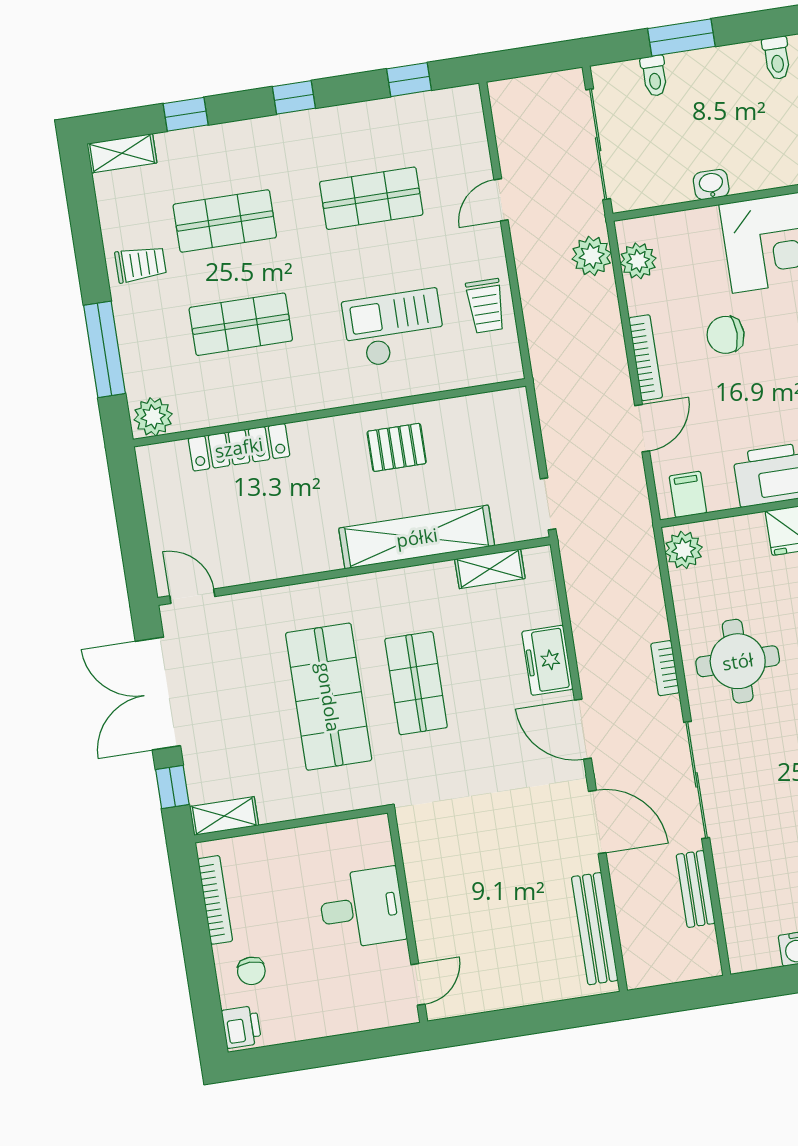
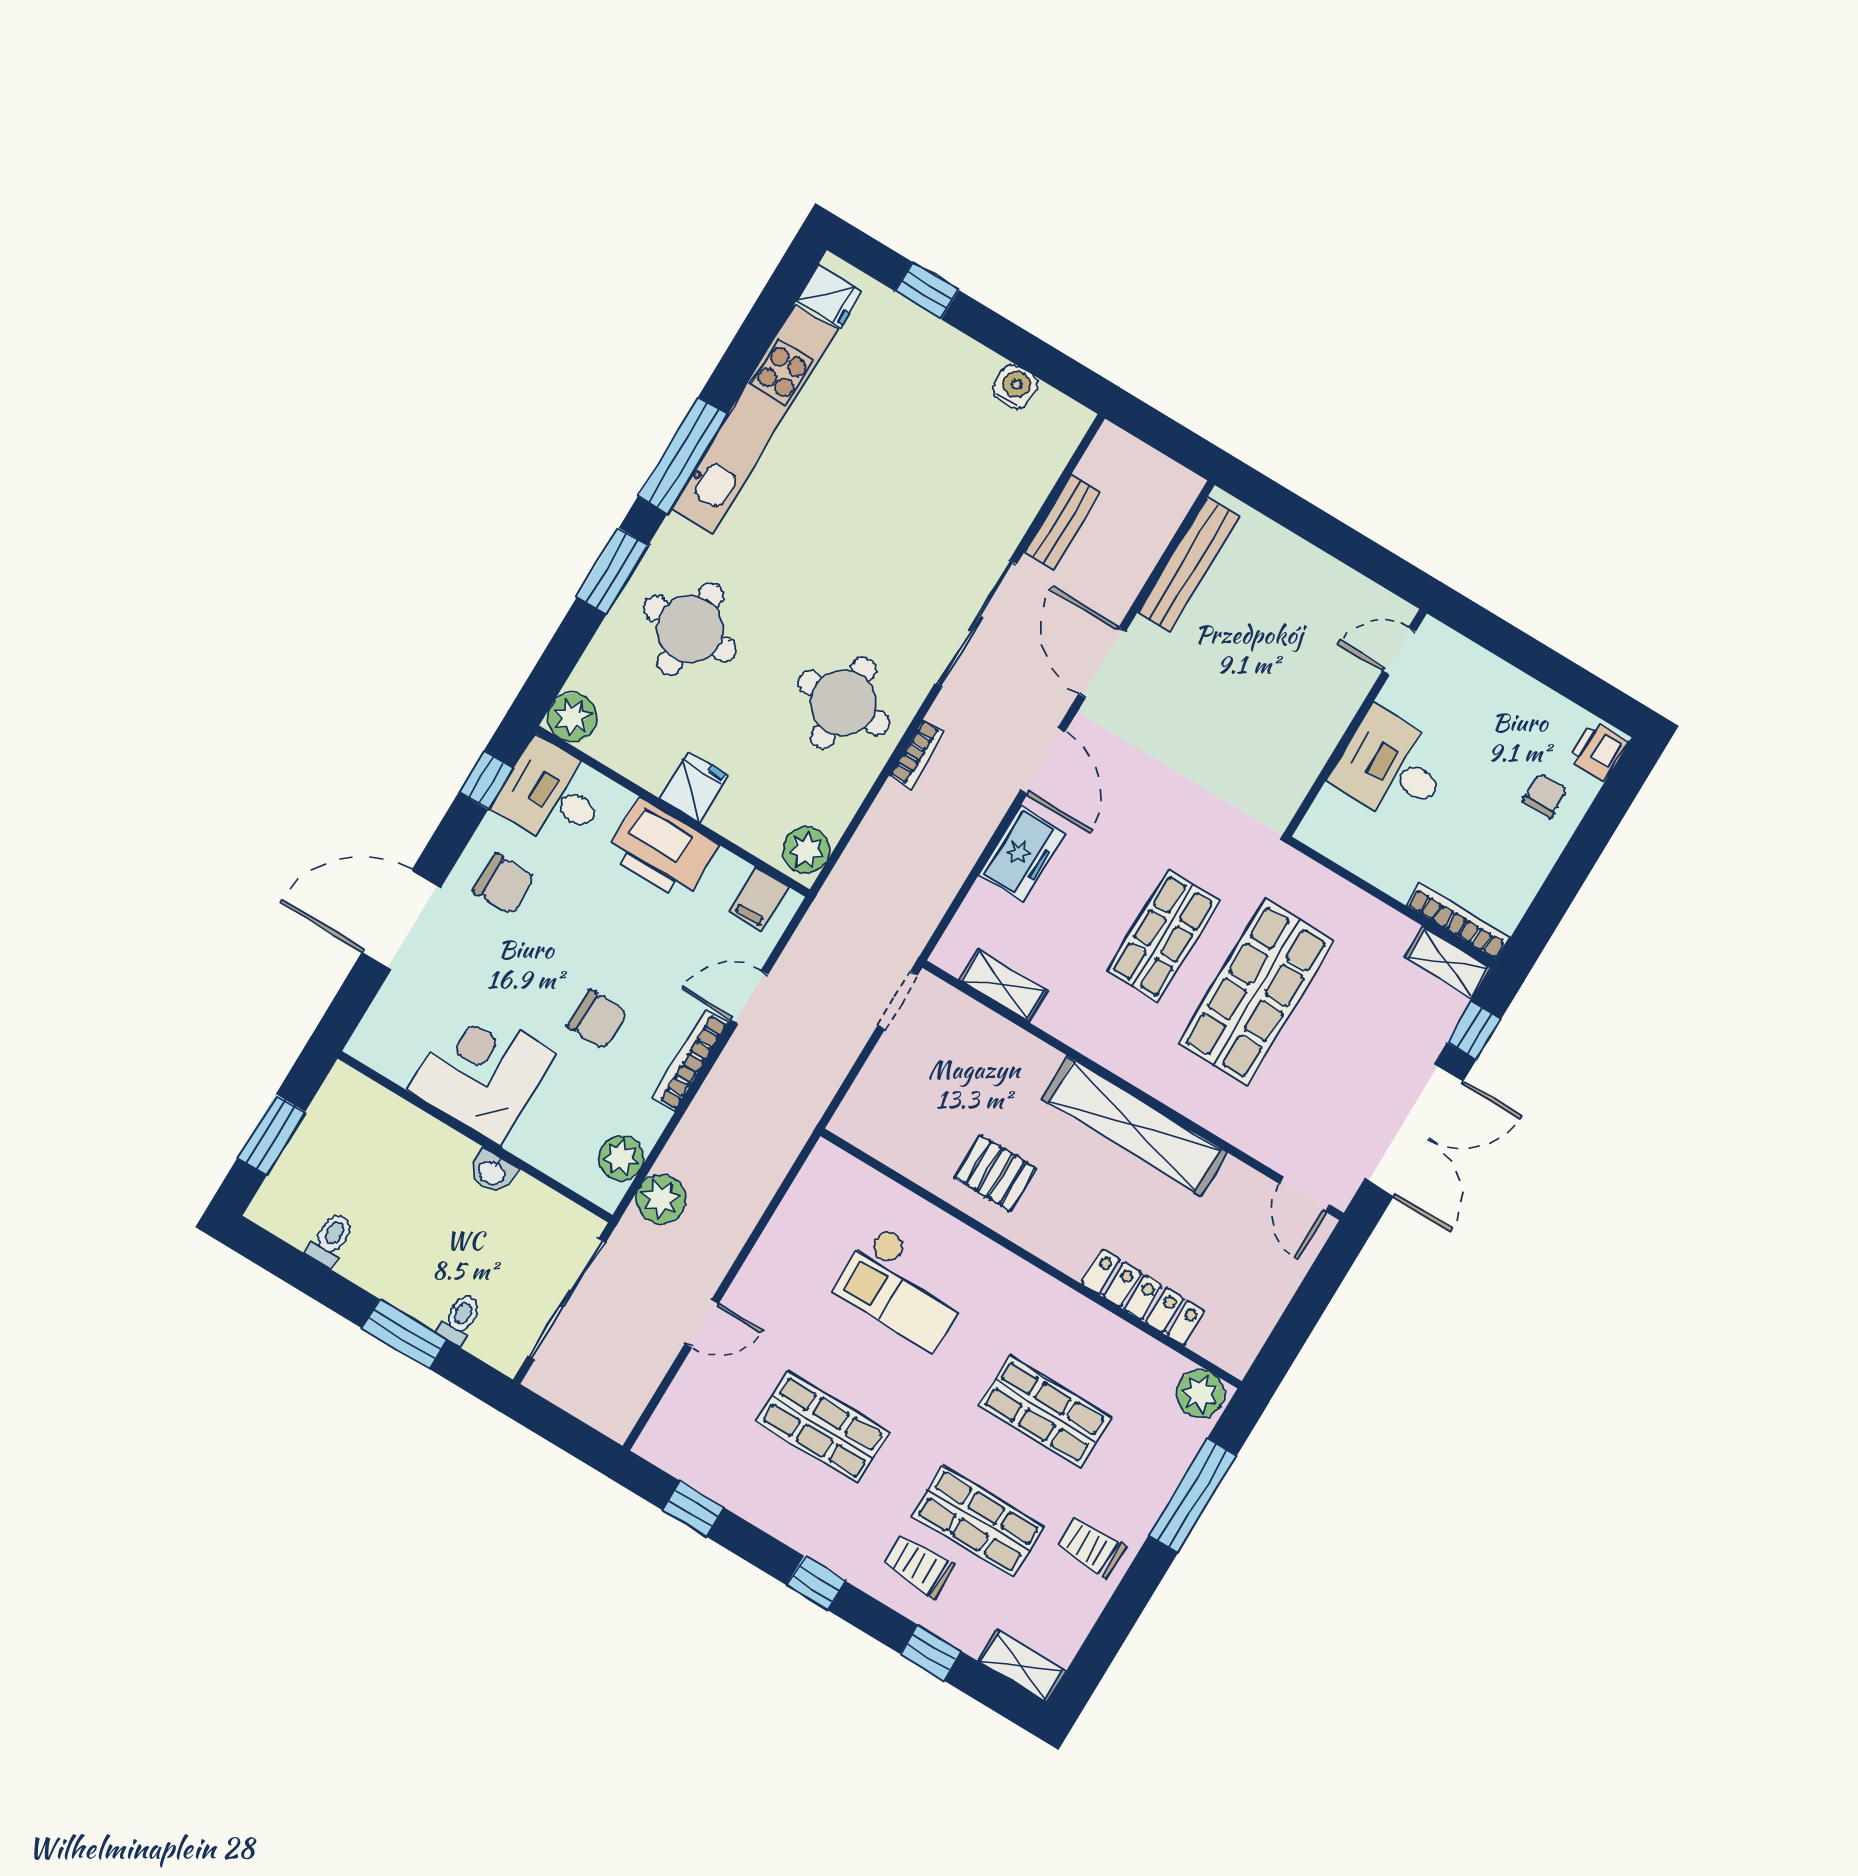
trolley: (486, 306) -> (918, 1565), moved, turned -90
shelving: (417, 537) -> (1135, 1126), moved
bookcase: (215, 900) -> (1458, 921), moved, turned 90

